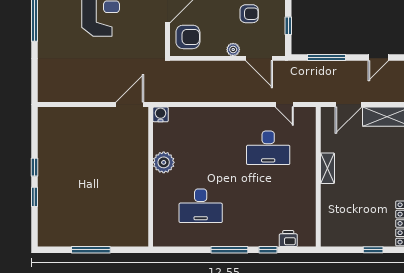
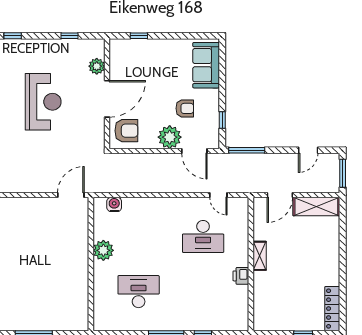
plant: (233, 50) -> (170, 137), width x1.87, depth x1.87
window: (327, 58) -> (247, 150), moved
water cooler: (161, 114) -> (114, 204), moved
desk: (201, 206) -> (139, 292), turned 180
printer: (288, 239) -> (241, 276), moved, turned -90

